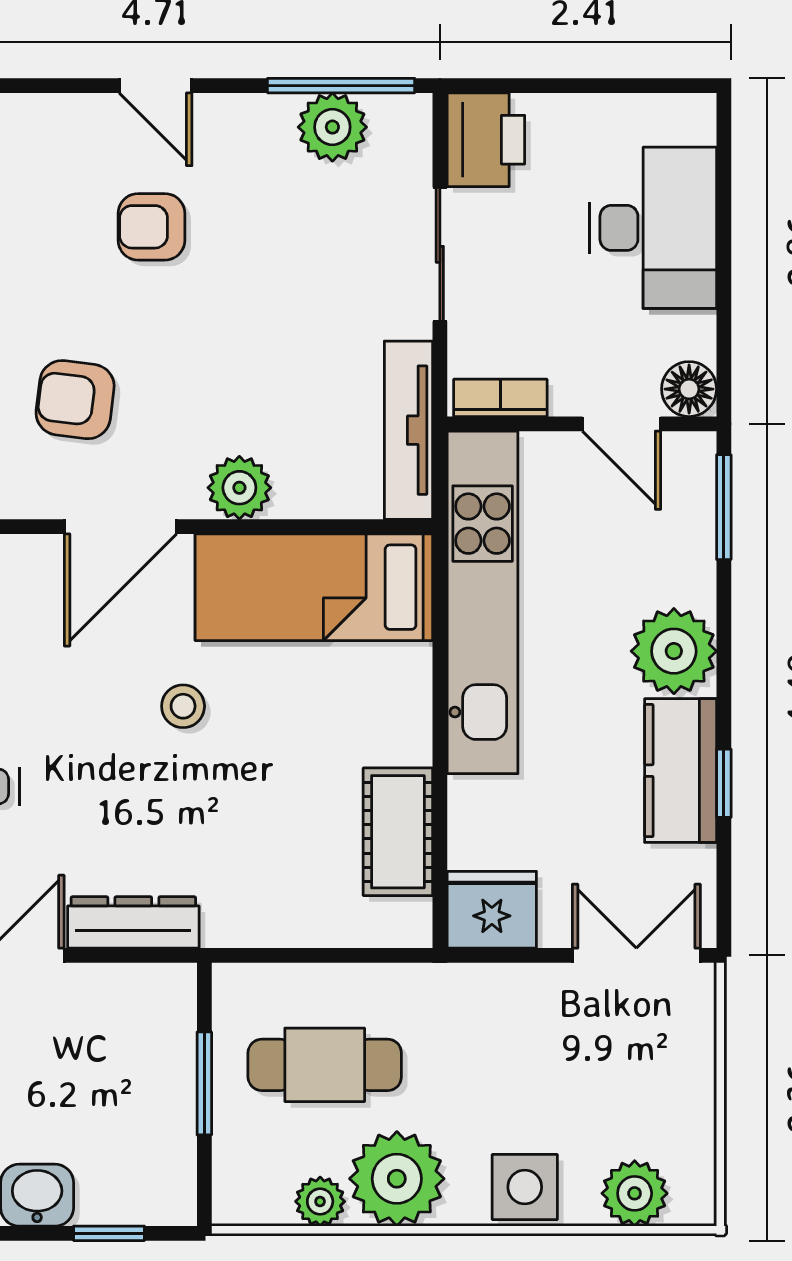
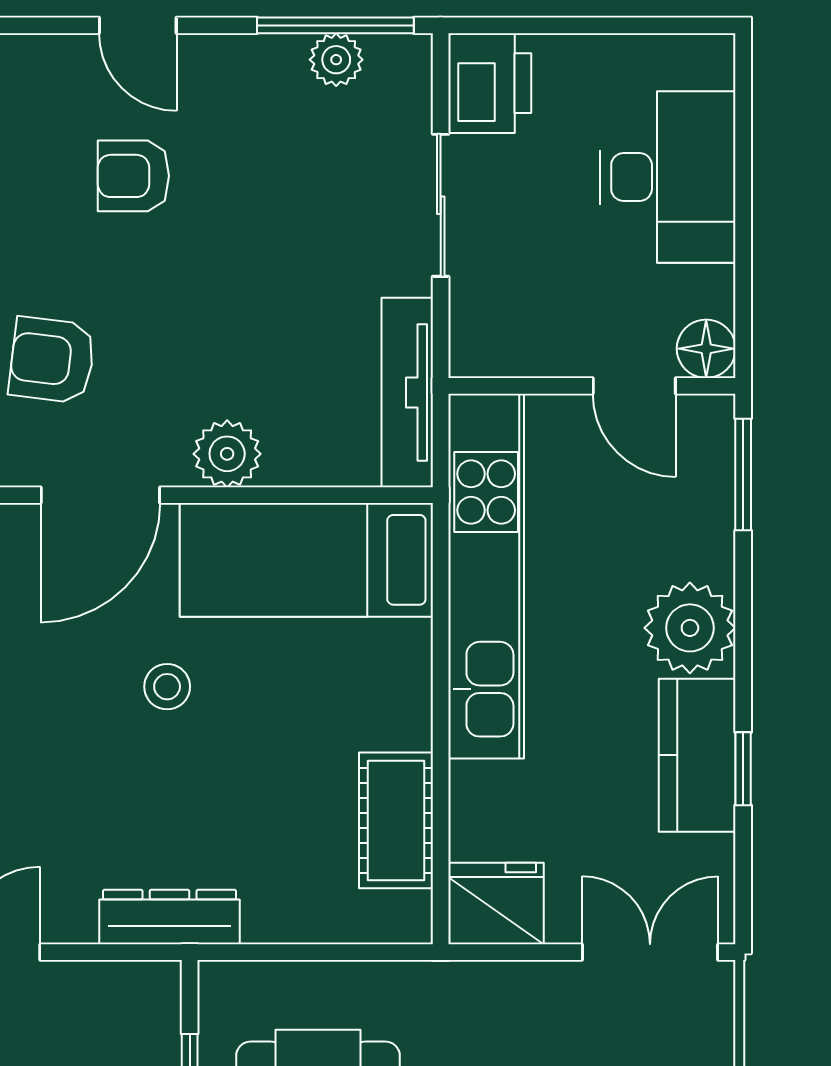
plant: (332, 127) -> (336, 60), width x0.73, depth x0.73
bookcase: (500, 398) -> (505, 358), removed
dresser: (133, 922) -> (170, 917), moved

